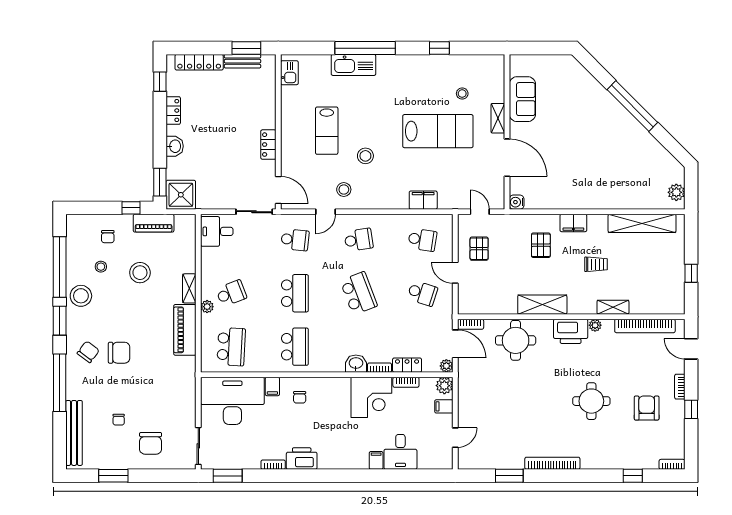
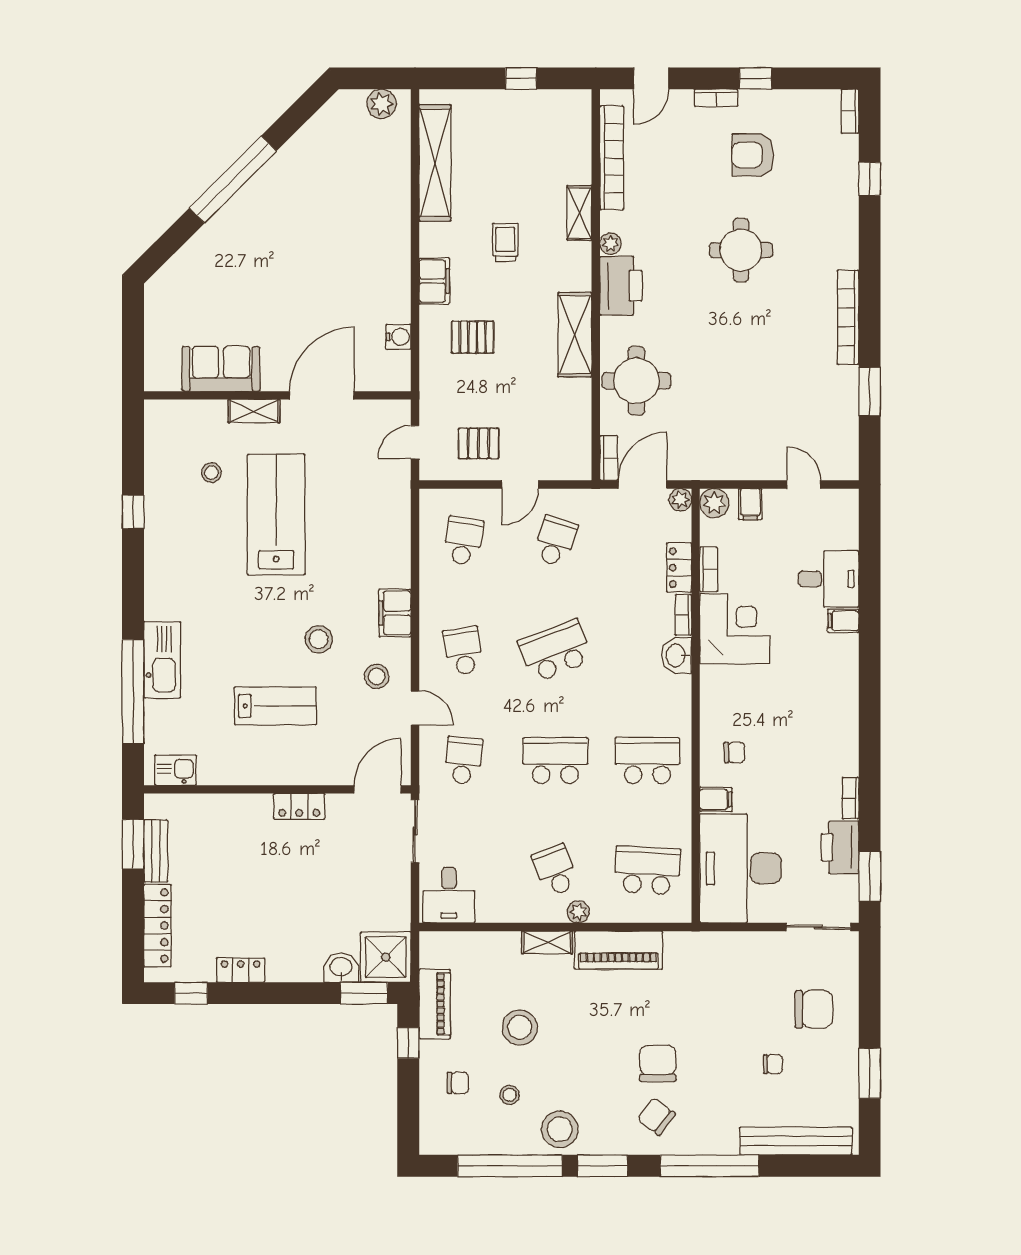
window: (365, 48) -> (133, 691), moved
washbasin: (175, 146) -> (341, 968), moved
filing cabinet: (423, 200) -> (395, 613), moved
water cooler: (517, 202) -> (398, 337), moved, turned -90
printer: (302, 459) -> (840, 847), moved

